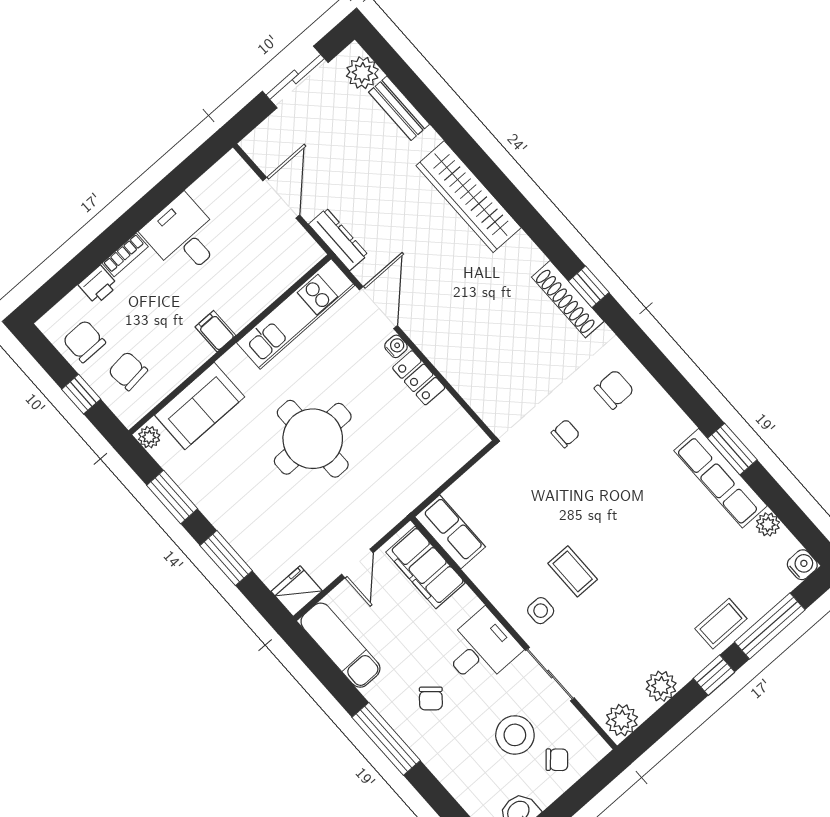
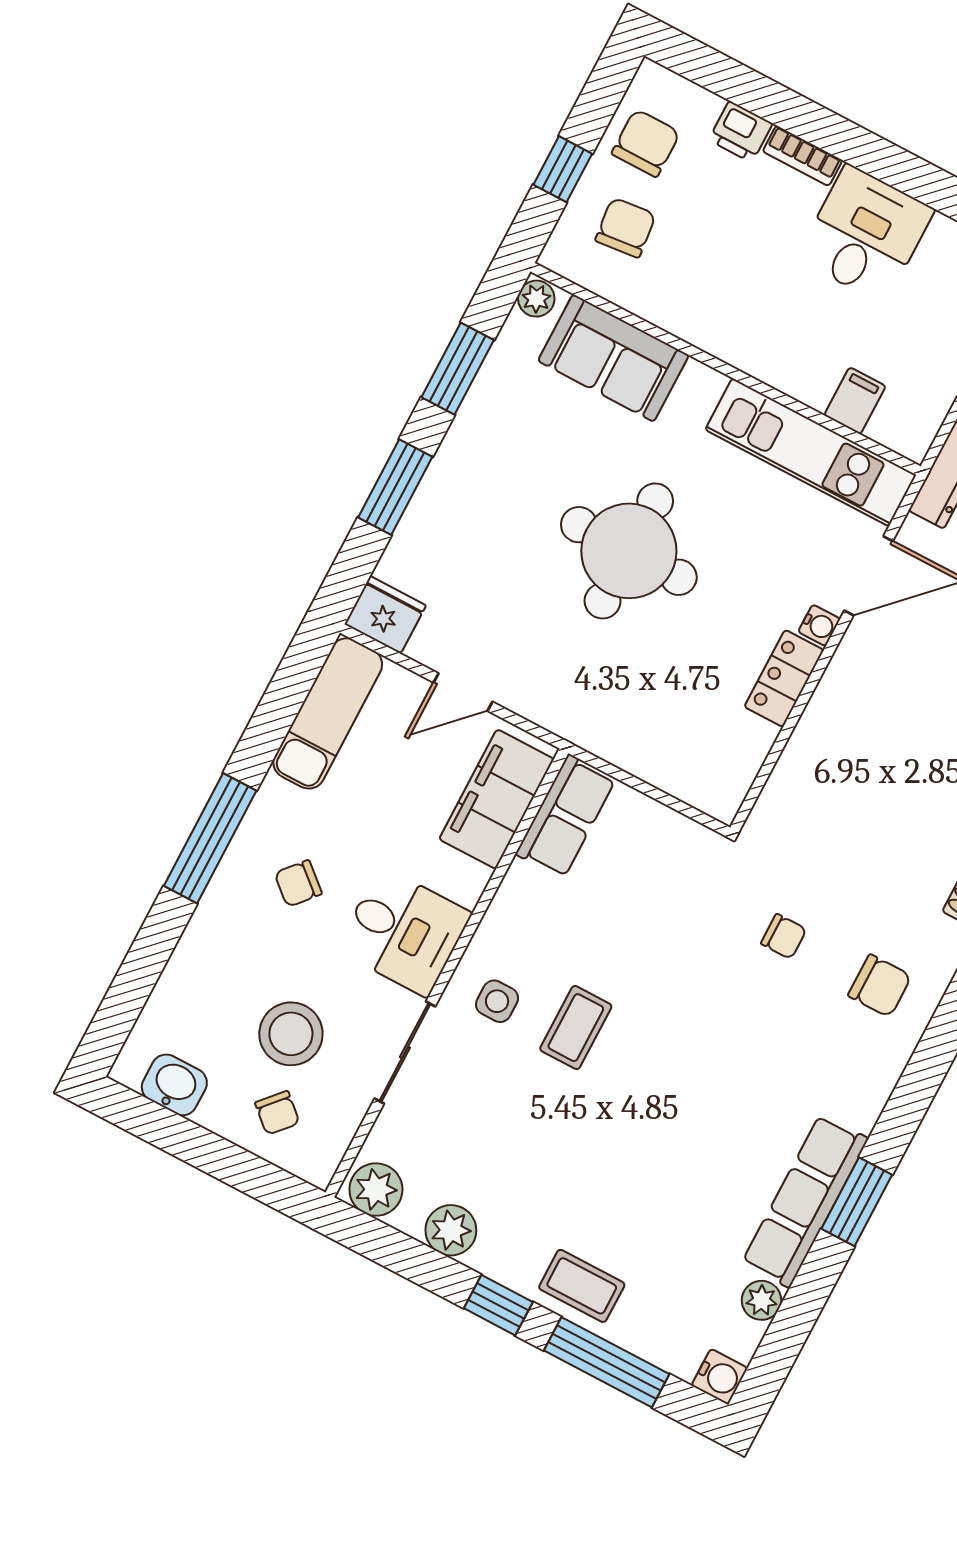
filing cabinet: (215, 331) -> (855, 401), moved

